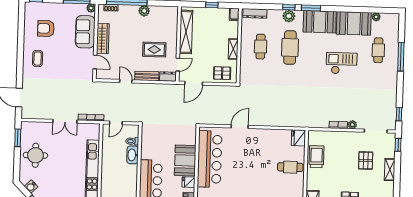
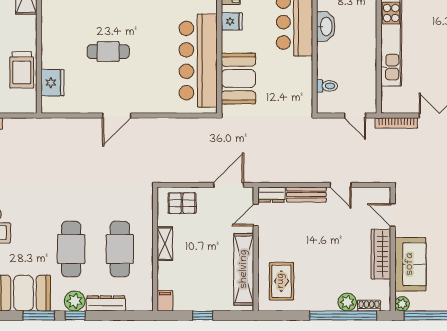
plant: (144, 11) -> (347, 302), moved
dresser: (255, 13) -> (106, 303), moved
cafe table: (261, 47) -> (120, 249), width x1.37, depth x1.35
rug: (154, 50) -> (281, 281), moved, turned 90
door: (116, 123) -> (355, 116), swing flipped
door: (240, 127) -> (117, 116), moved
fridge: (298, 138) -> (52, 83), moved
washbasin: (133, 155) -> (326, 26), moved
booth: (185, 160) -> (238, 79), moved
cafe table: (290, 167) -> (108, 52), moved

